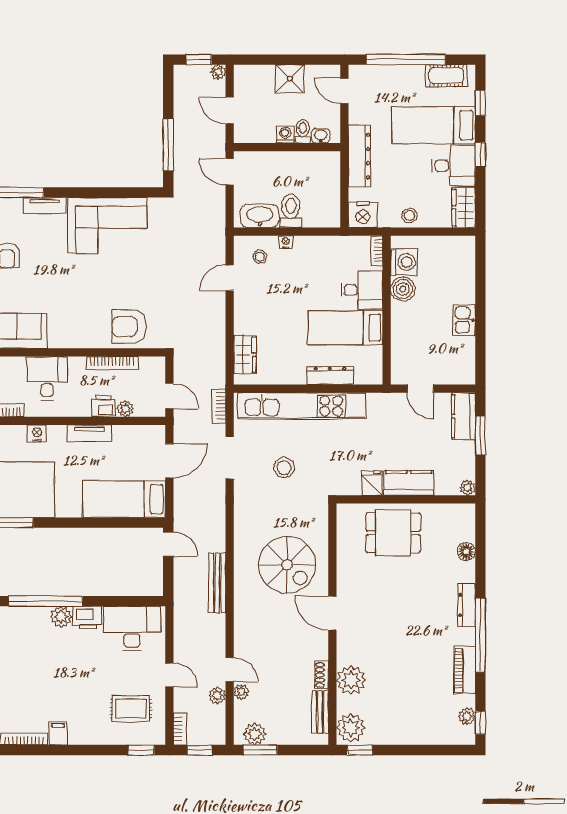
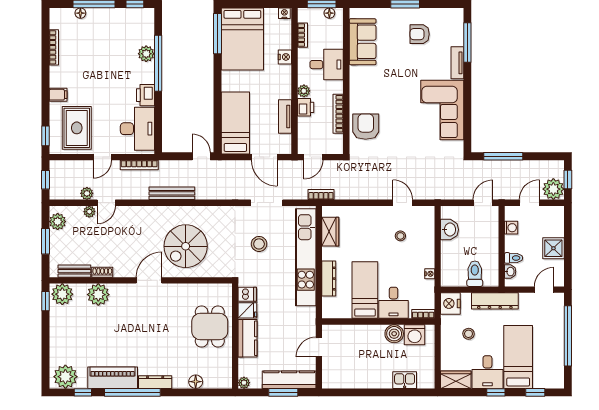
plant: (218, 72) -> (553, 189), width x1.87, depth x1.87
cot: (446, 76) -> (556, 367), removed
washing machine: (285, 135) -> (511, 228), moved
toilet: (291, 211) -> (475, 274), moved, turned -90
stool: (409, 215) -> (469, 334), moved
washbasin: (260, 216) -> (449, 230), width x0.72
nightstand: (286, 242) -> (430, 274), moved
stool: (260, 257) -> (400, 236), moved
kitchen sink: (464, 320) -> (405, 380), moved
wardrobe: (245, 355) -> (330, 232), moved, turned -90
bookcase: (219, 406) -> (321, 195), moved
plant: (125, 409) -> (304, 91), moved
kitchen counter: (464, 416) -> (289, 380), width x1.50
tv unit: (89, 433) -> (285, 117), moved
dishwasher: (351, 483) -> (247, 294), added
door: (168, 544) -> (201, 156), swing flipped
plant: (61, 617) -> (146, 54), moved
piano: (465, 670) -> (113, 378), width x1.37, depth x1.33
rug: (131, 709) -> (77, 128), width x1.36, depth x1.43
plant: (467, 716) -> (65, 377), width x1.88, depth x1.88
window: (480, 723) -> (83, 392), moved
bookcase: (180, 729) -> (139, 165), moved, width x1.56
filing cabinet: (58, 733) -> (58, 95), moved
window: (260, 750) -> (45, 241), moved

